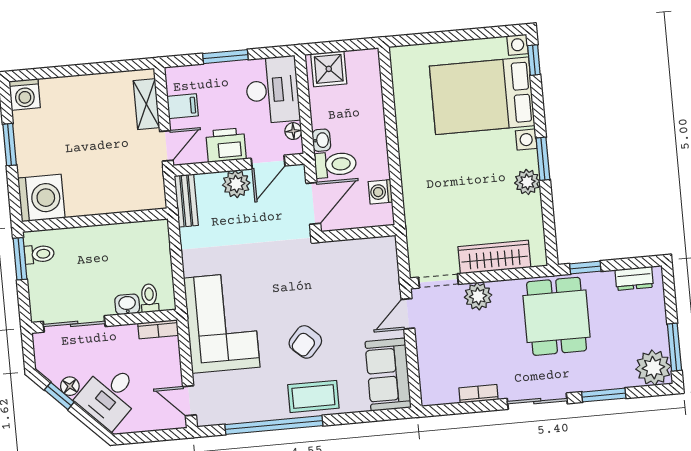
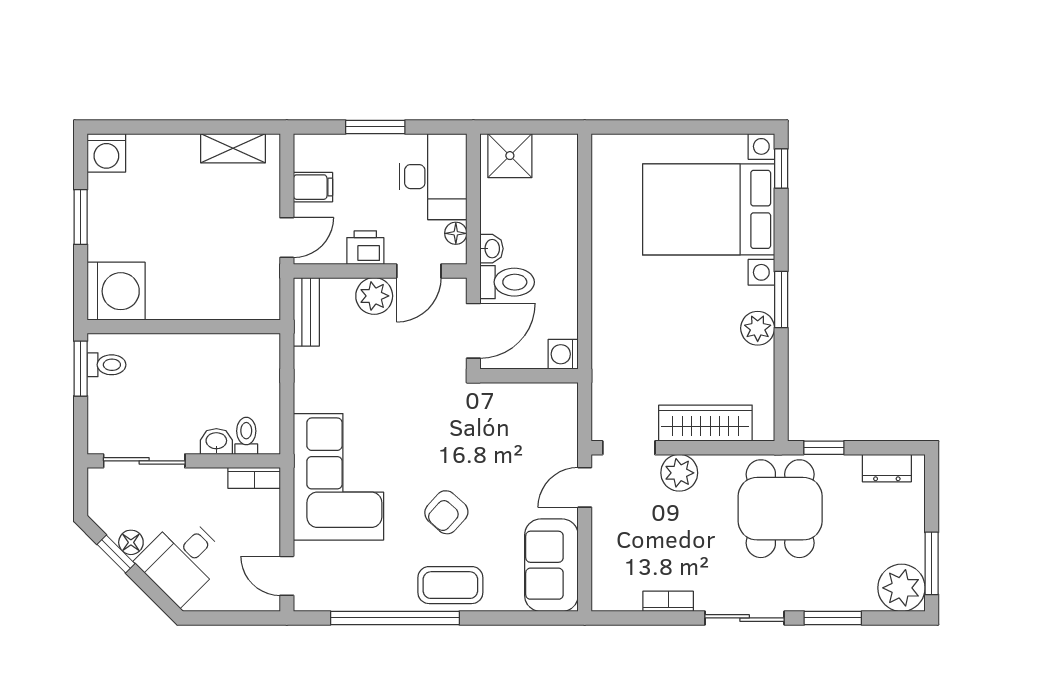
shelving: (146, 104) -> (233, 148), moved, turned 90
printer: (226, 145) -> (365, 248), width x0.73, depth x0.81
washing machine: (380, 192) -> (563, 354), moved

